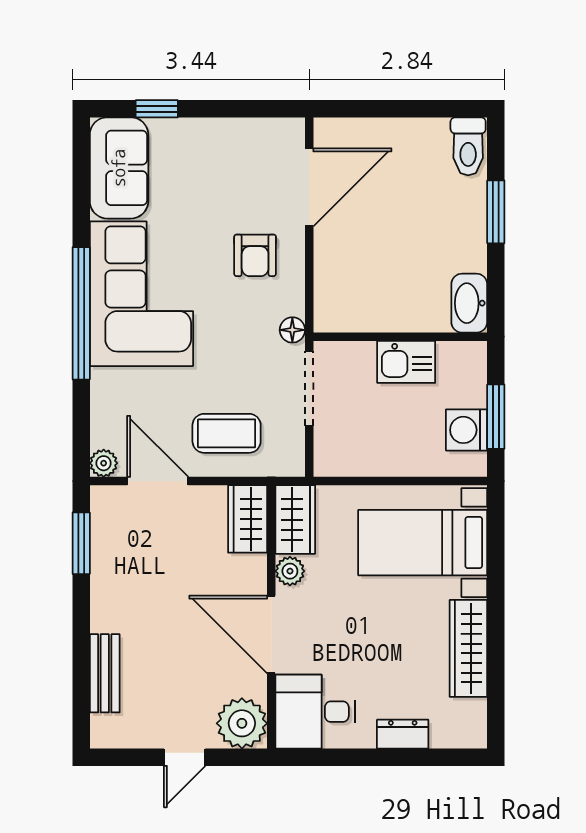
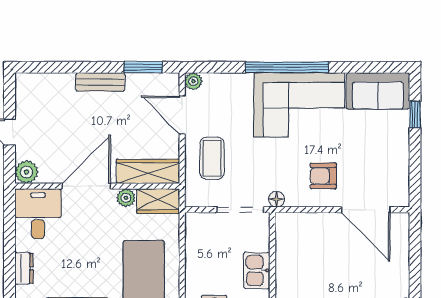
door: (158, 481) -> (182, 115), swing flipped
wardrobe: (248, 519) -> (148, 171), width x1.50
bench: (105, 673) -> (100, 82), moved
plant: (242, 723) -> (27, 172), width x0.73, depth x0.73

